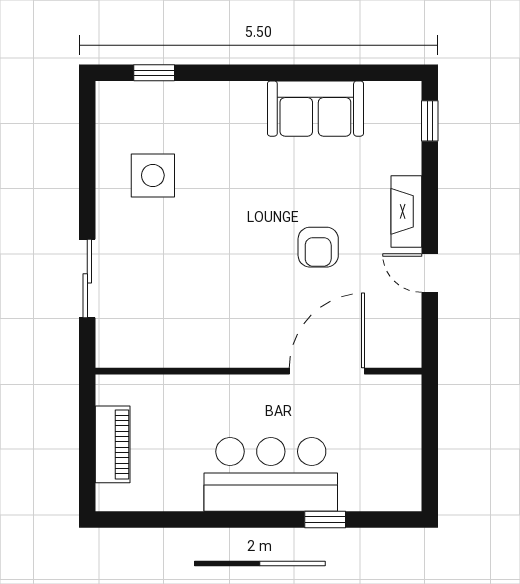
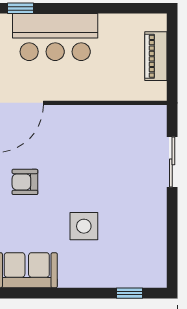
side table: (153, 175) -> (84, 226), moved
armchair: (318, 247) -> (25, 182), turned -90

